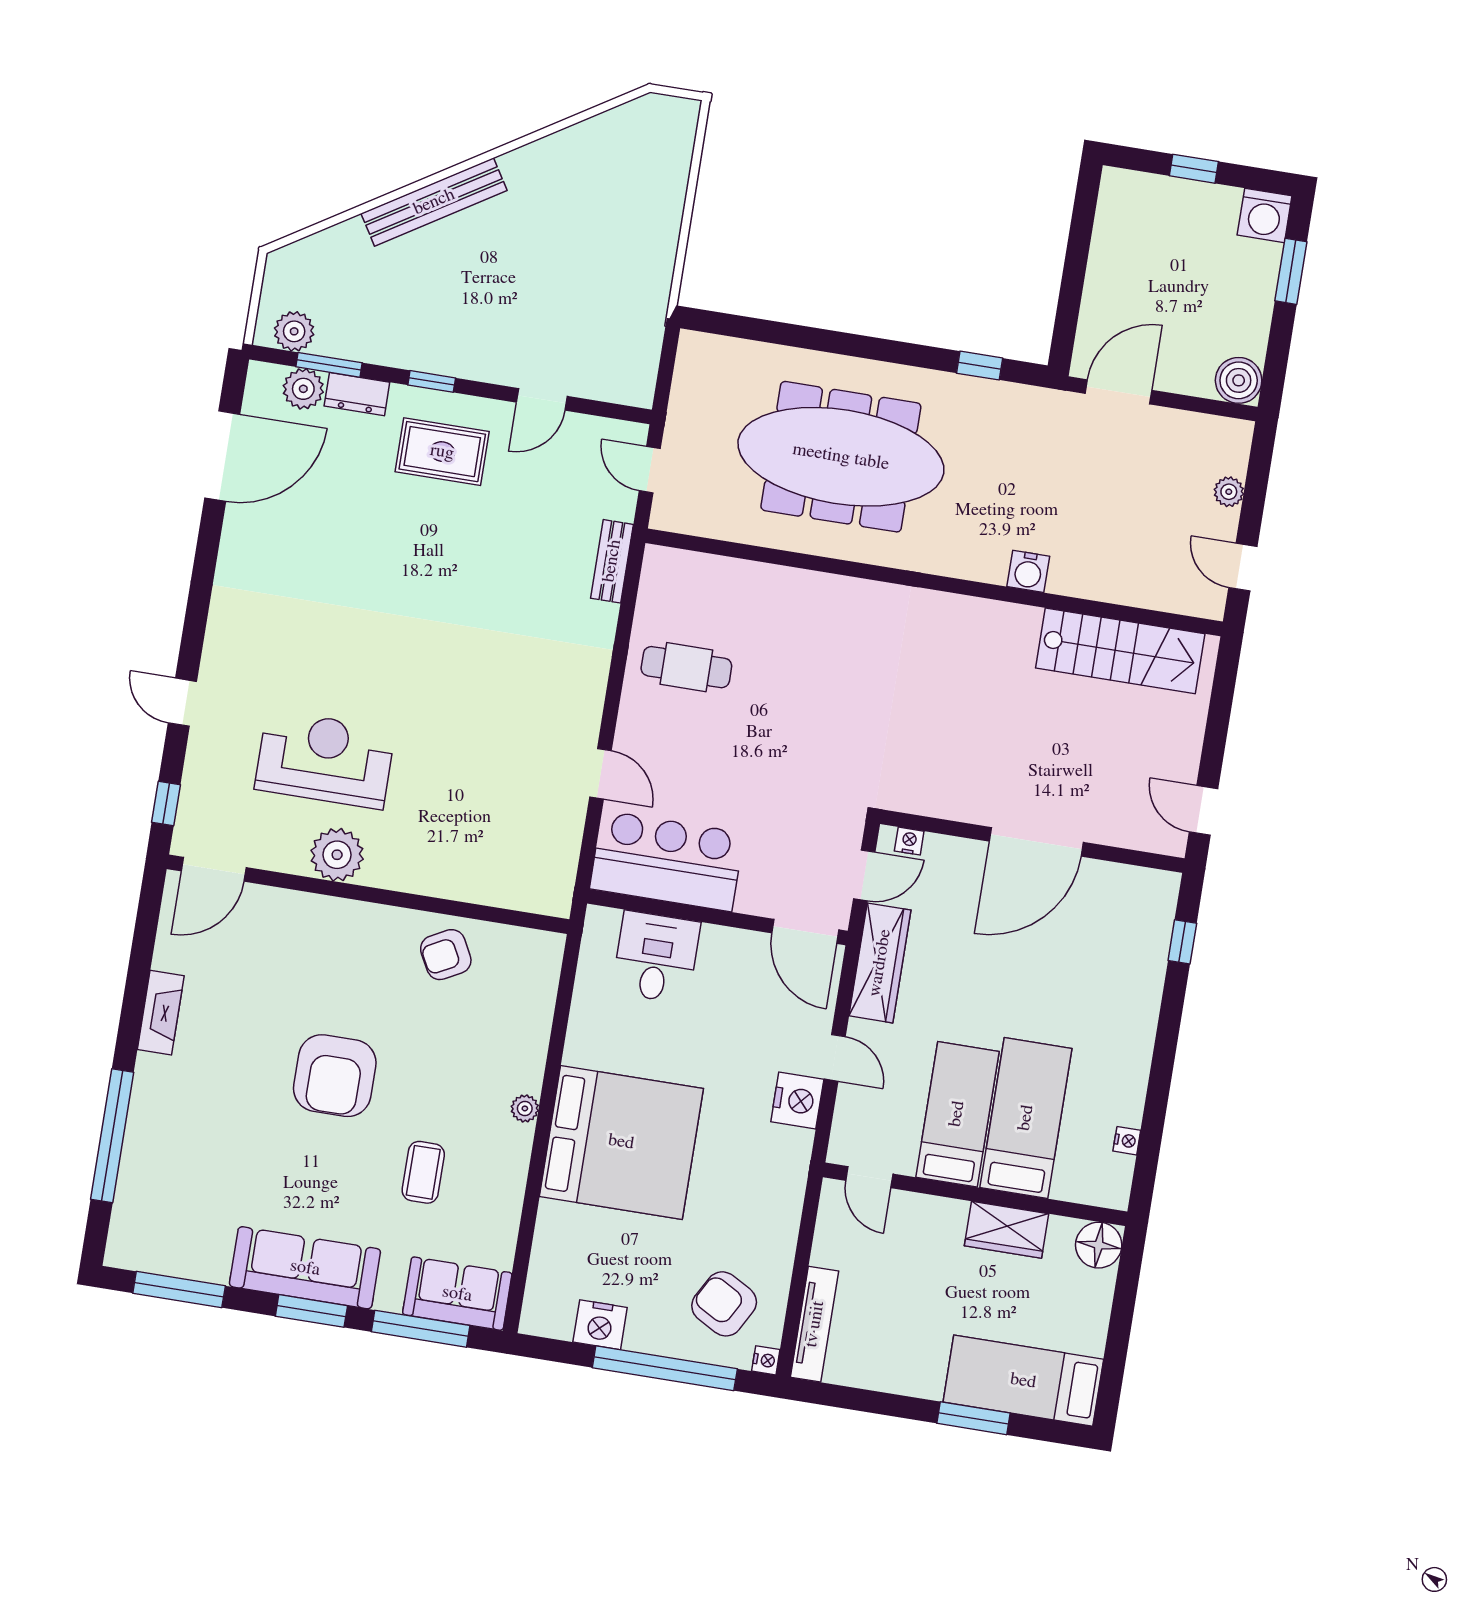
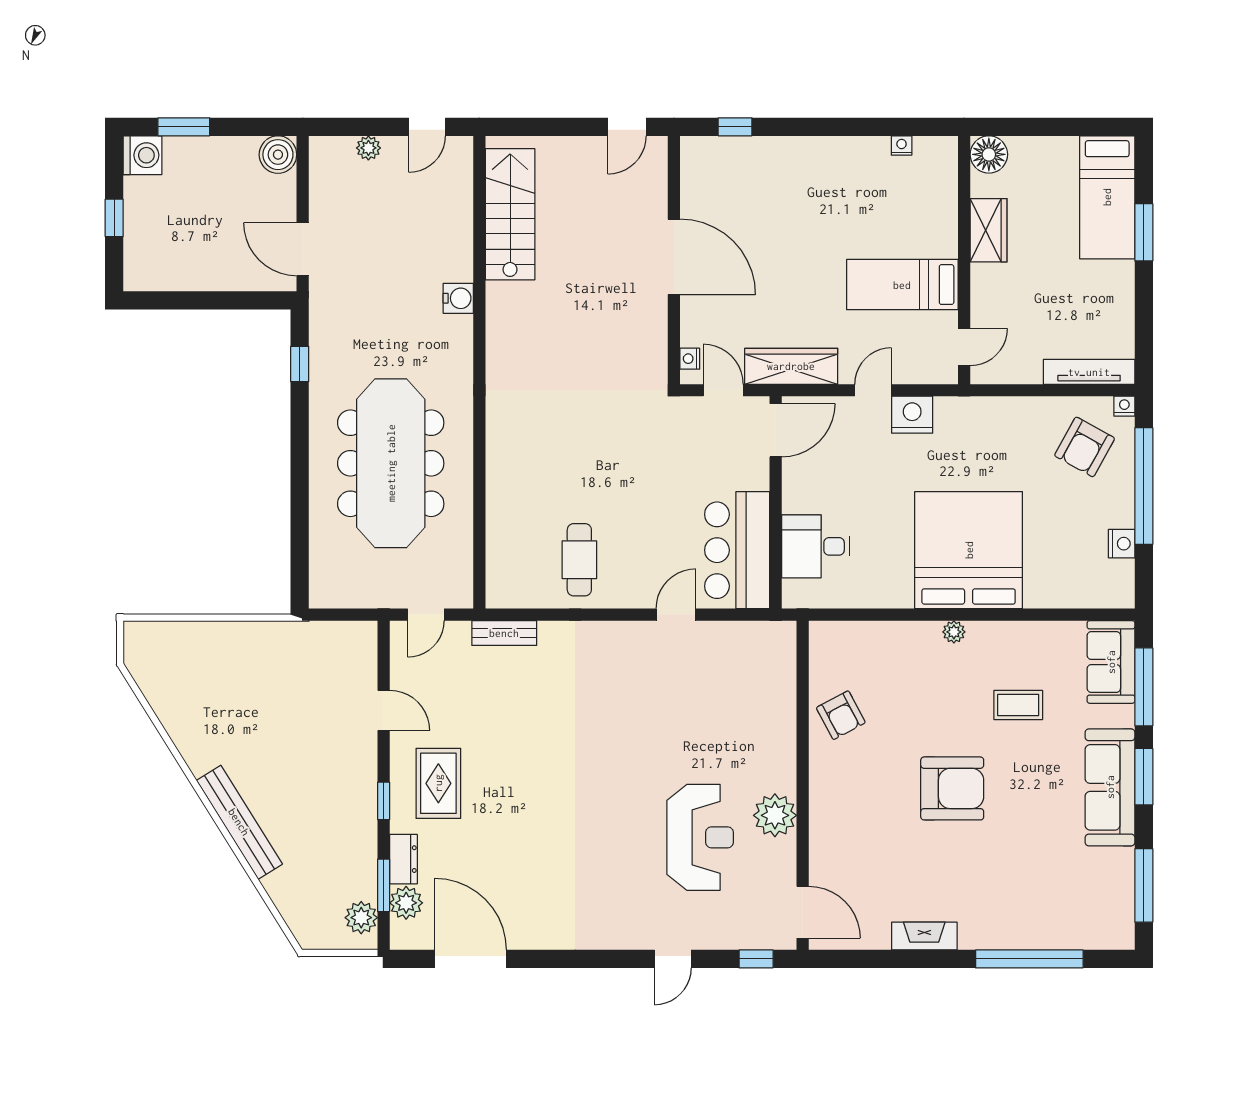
reception desk: (325, 759) -> (700, 837), turned 180
bed: (1026, 1118) -> (897, 229), removed
nightstand: (600, 1325) -> (1122, 544), width x0.74, depth x0.75

